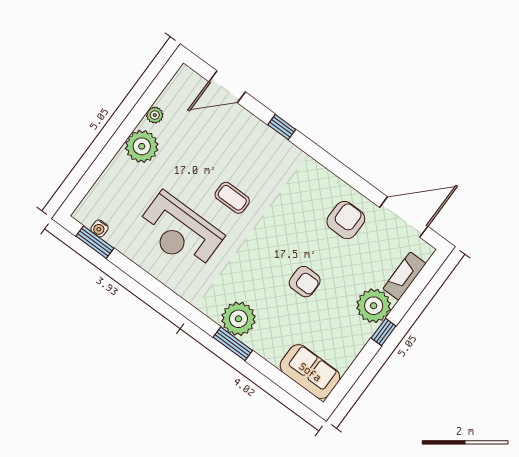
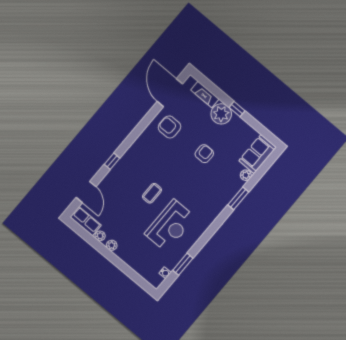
row of seats: (178, 89) -> (86, 221), added
plant: (142, 146) -> (112, 245), width x0.53, depth x0.53
window: (95, 242) -> (183, 264), moved
plant: (238, 319) -> (246, 175), moved, width x0.53, depth x0.53

